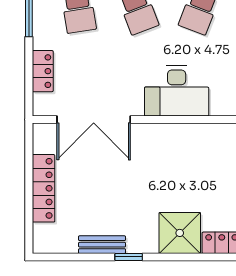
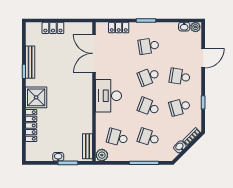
locker: (43, 188) -> (53, 28), width x0.66
bench: (102, 245) -> (30, 62), width x1.36

